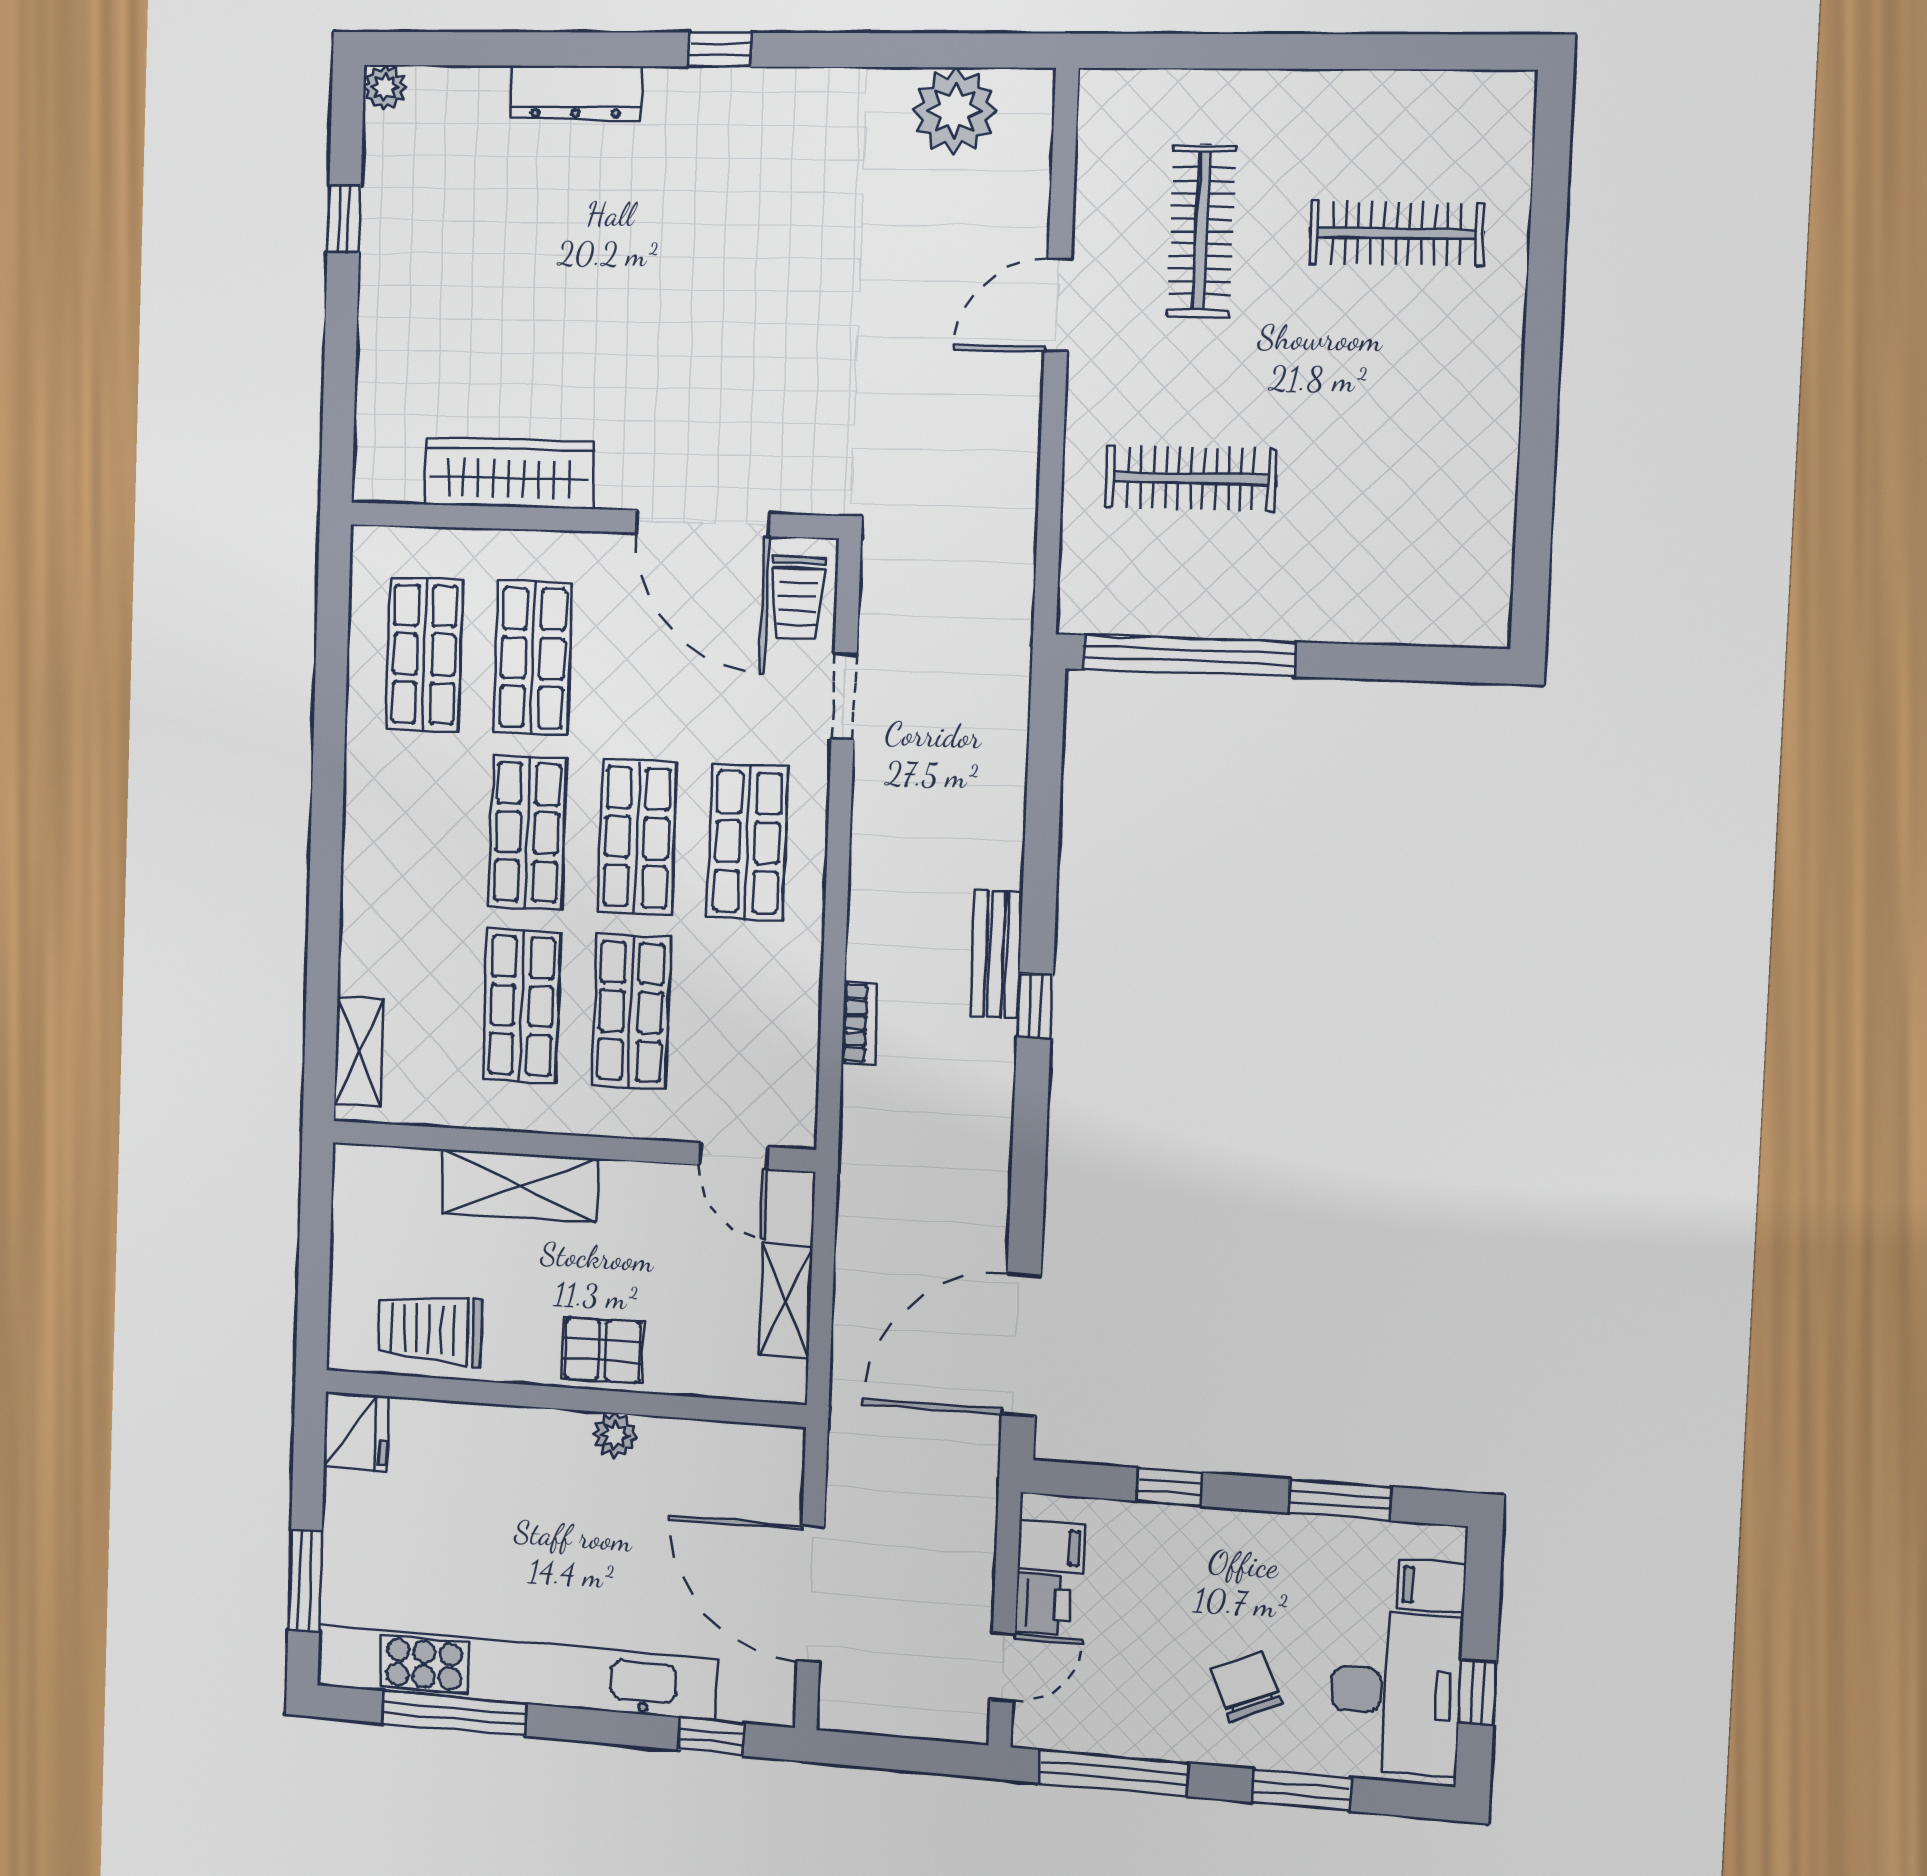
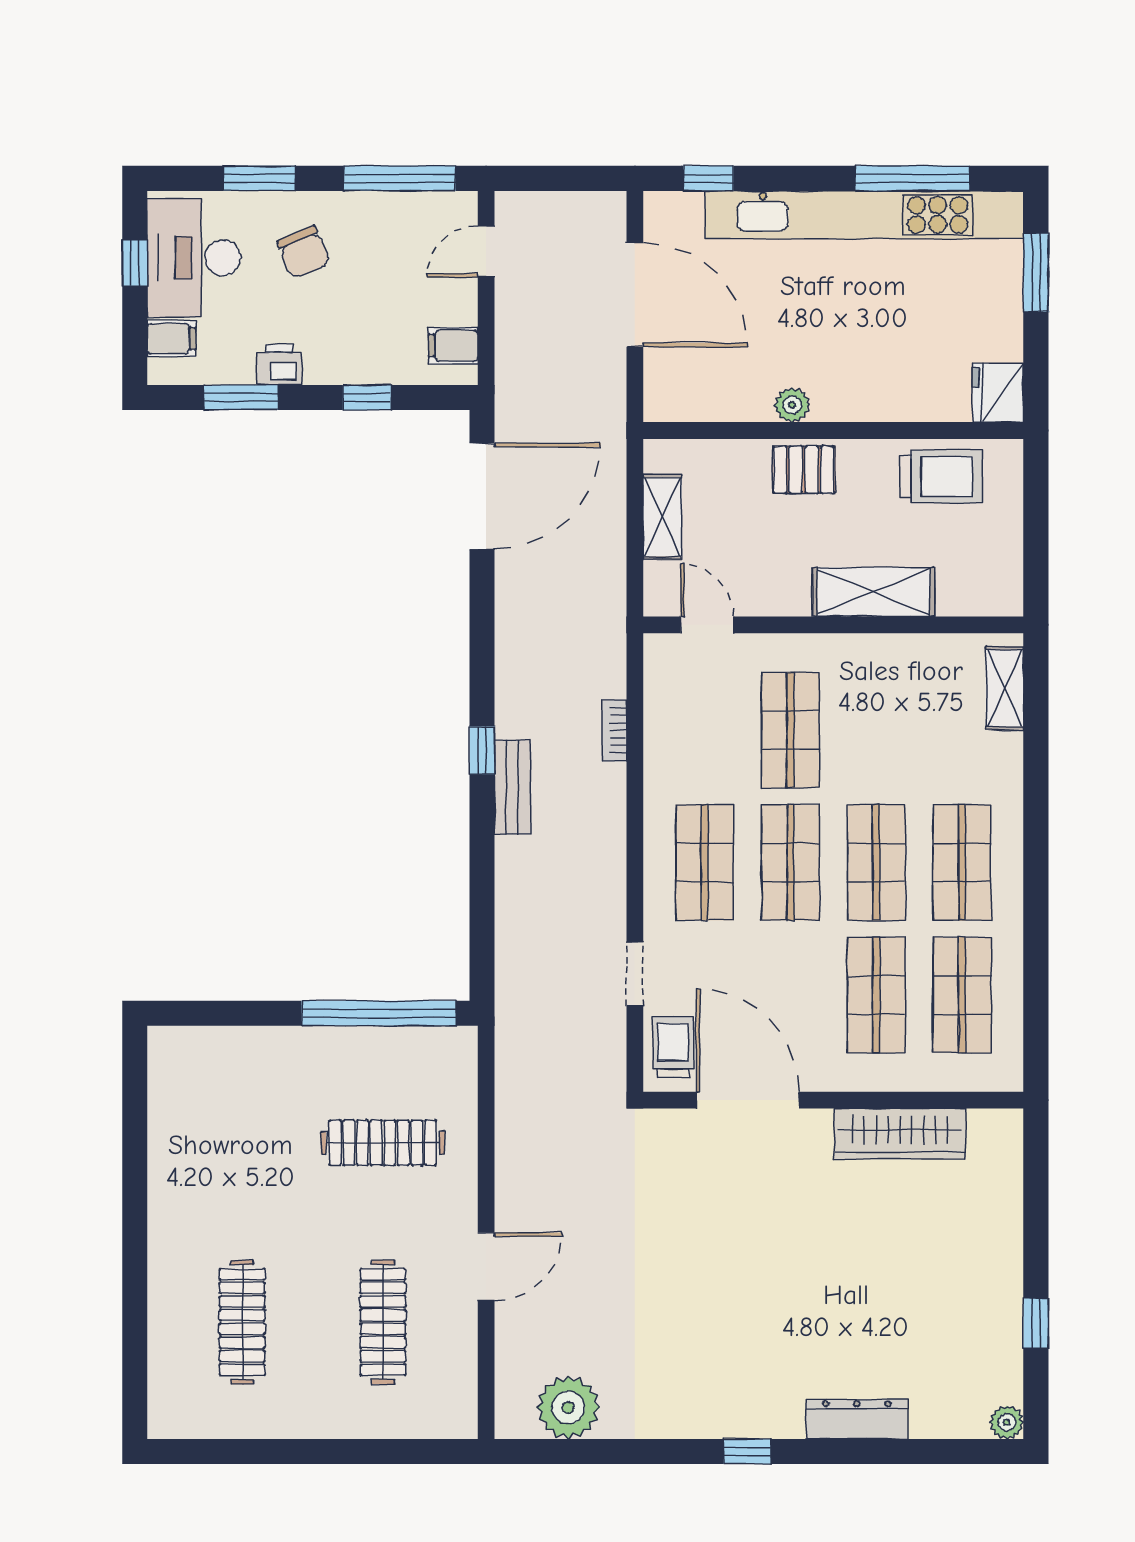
clothes rail: (1396, 233) -> (242, 1322), turned 90
shop shelf: (522, 1006) -> (962, 862), moved
printer: (1043, 1604) -> (279, 365), moved, turned 90

